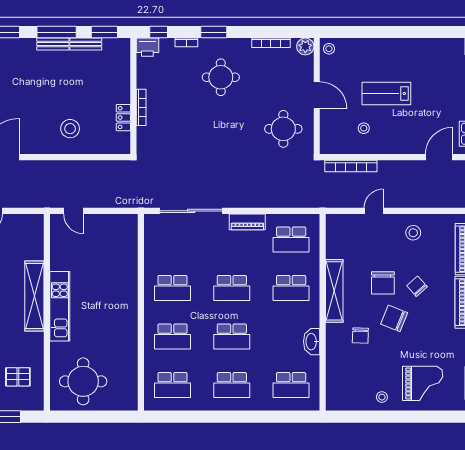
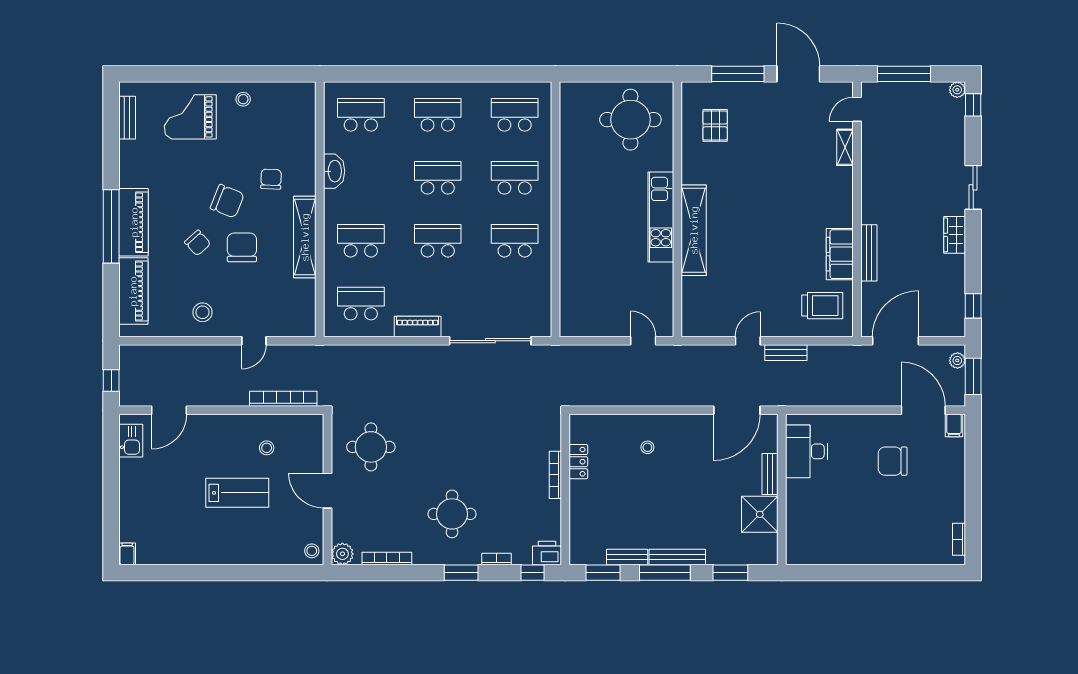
bench: (53, 44) -> (677, 557), width x1.36
stool: (70, 129) -> (647, 447), width x0.53, depth x0.53
pallet: (18, 377) -> (715, 125), turned 90

